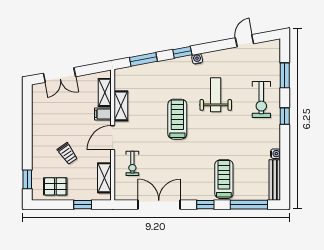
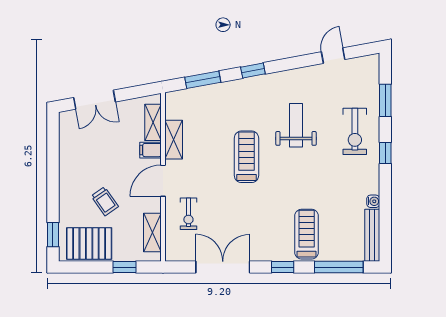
water cooler: (197, 59) -> (272, 79), removed
pallet: (55, 186) -> (89, 244), width x1.50, depth x1.42

